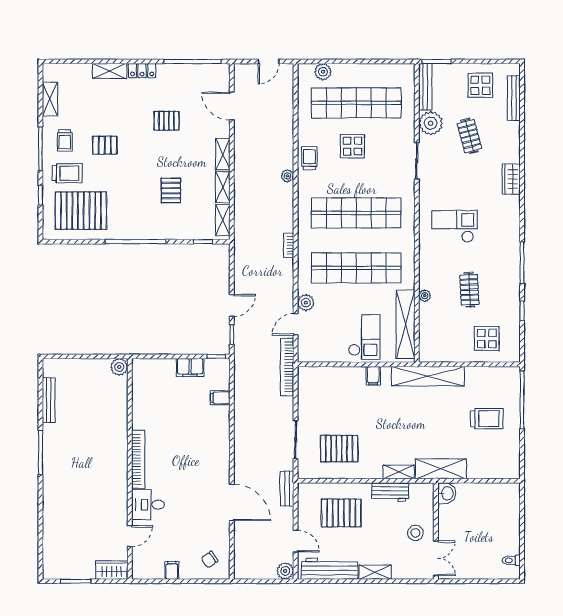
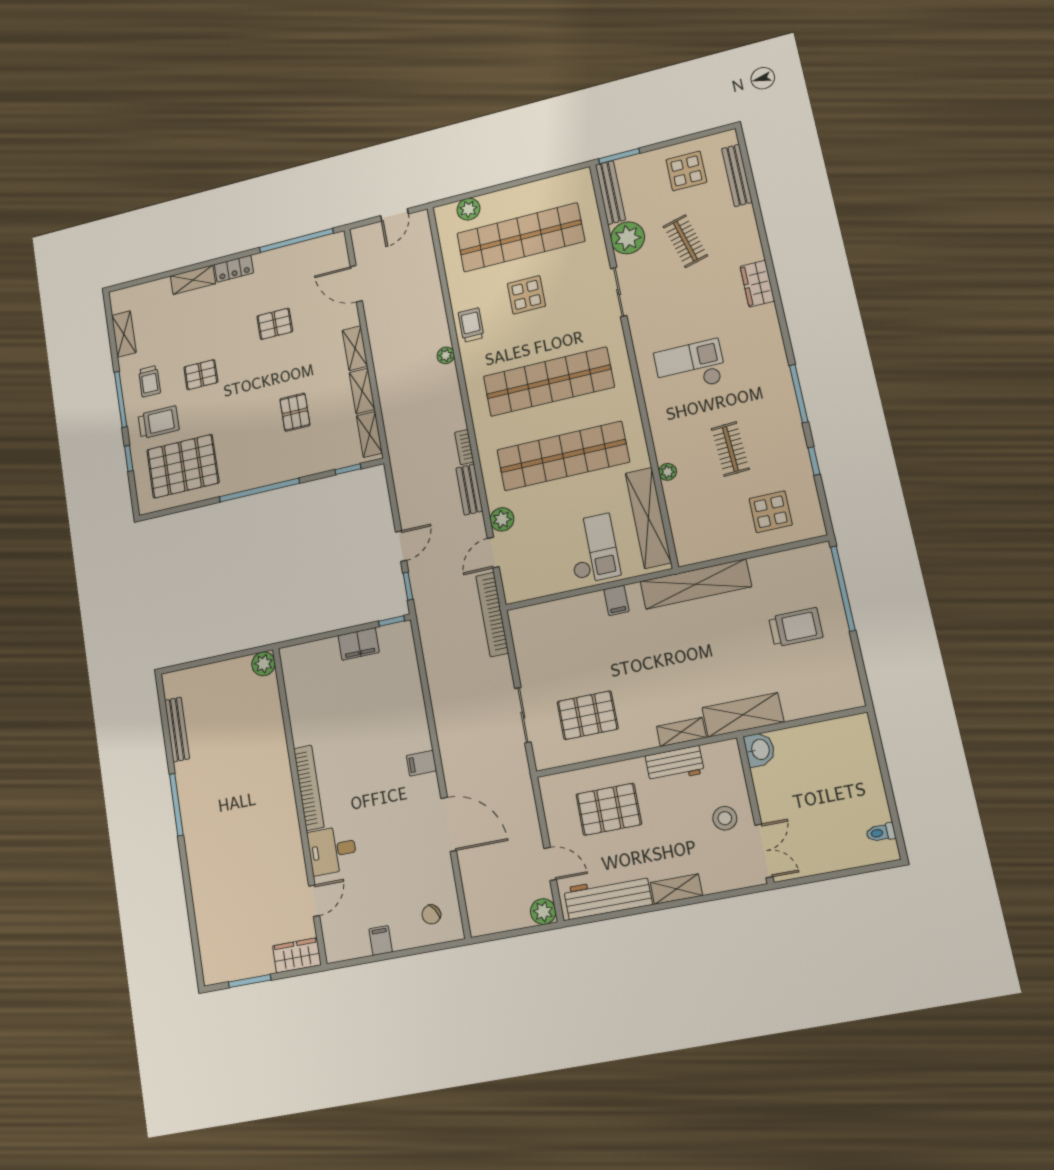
filing cabinet: (220, 398) -> (421, 763), moved
bench: (287, 489) -> (469, 490), moved

